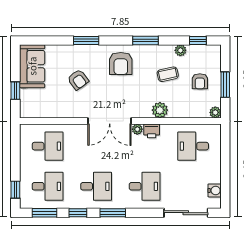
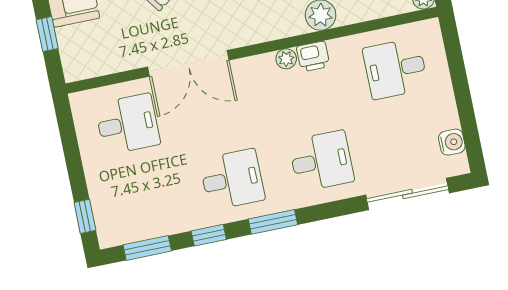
double door: (110, 121) -> (188, 63), moved
desk: (48, 186) -> (143, 198), removed

